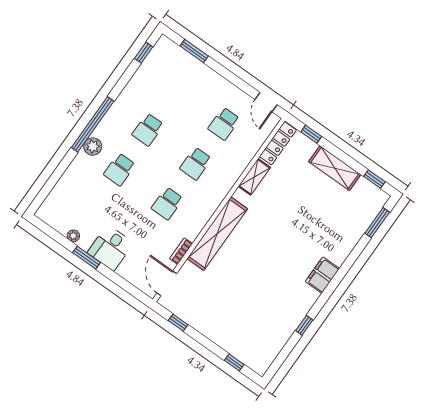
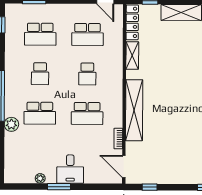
school desk: (176, 90) -> (40, 34), added
school desk: (224, 124) -> (88, 34), width x1.85
plant: (93, 147) -> (11, 124), moved
school desk: (120, 169) -> (40, 113), width x1.85
school desk: (167, 203) -> (87, 113), width x1.85

